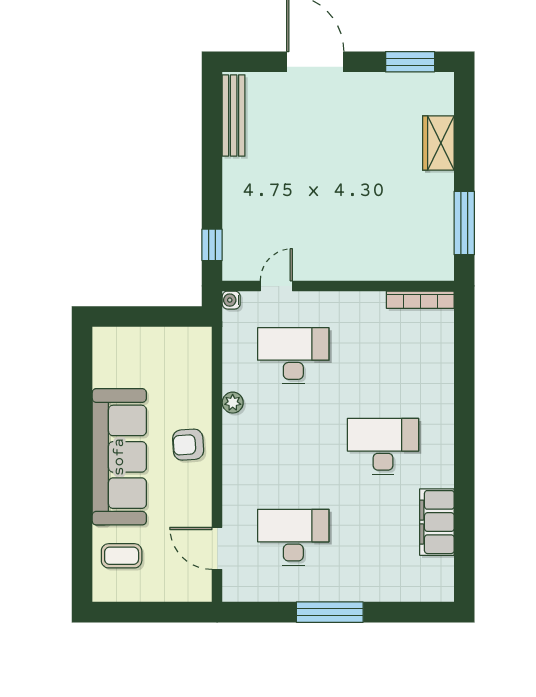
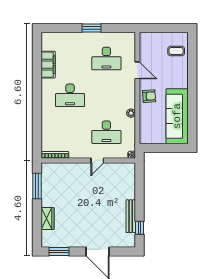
bench: (234, 115) -> (131, 216), moved
window: (212, 245) -> (139, 228), moved
door: (276, 286) -> (97, 160), moved
sofa: (119, 457) -> (177, 116), moved
door: (217, 548) -> (137, 70), moved
window: (330, 612) -> (92, 28), width x0.69

